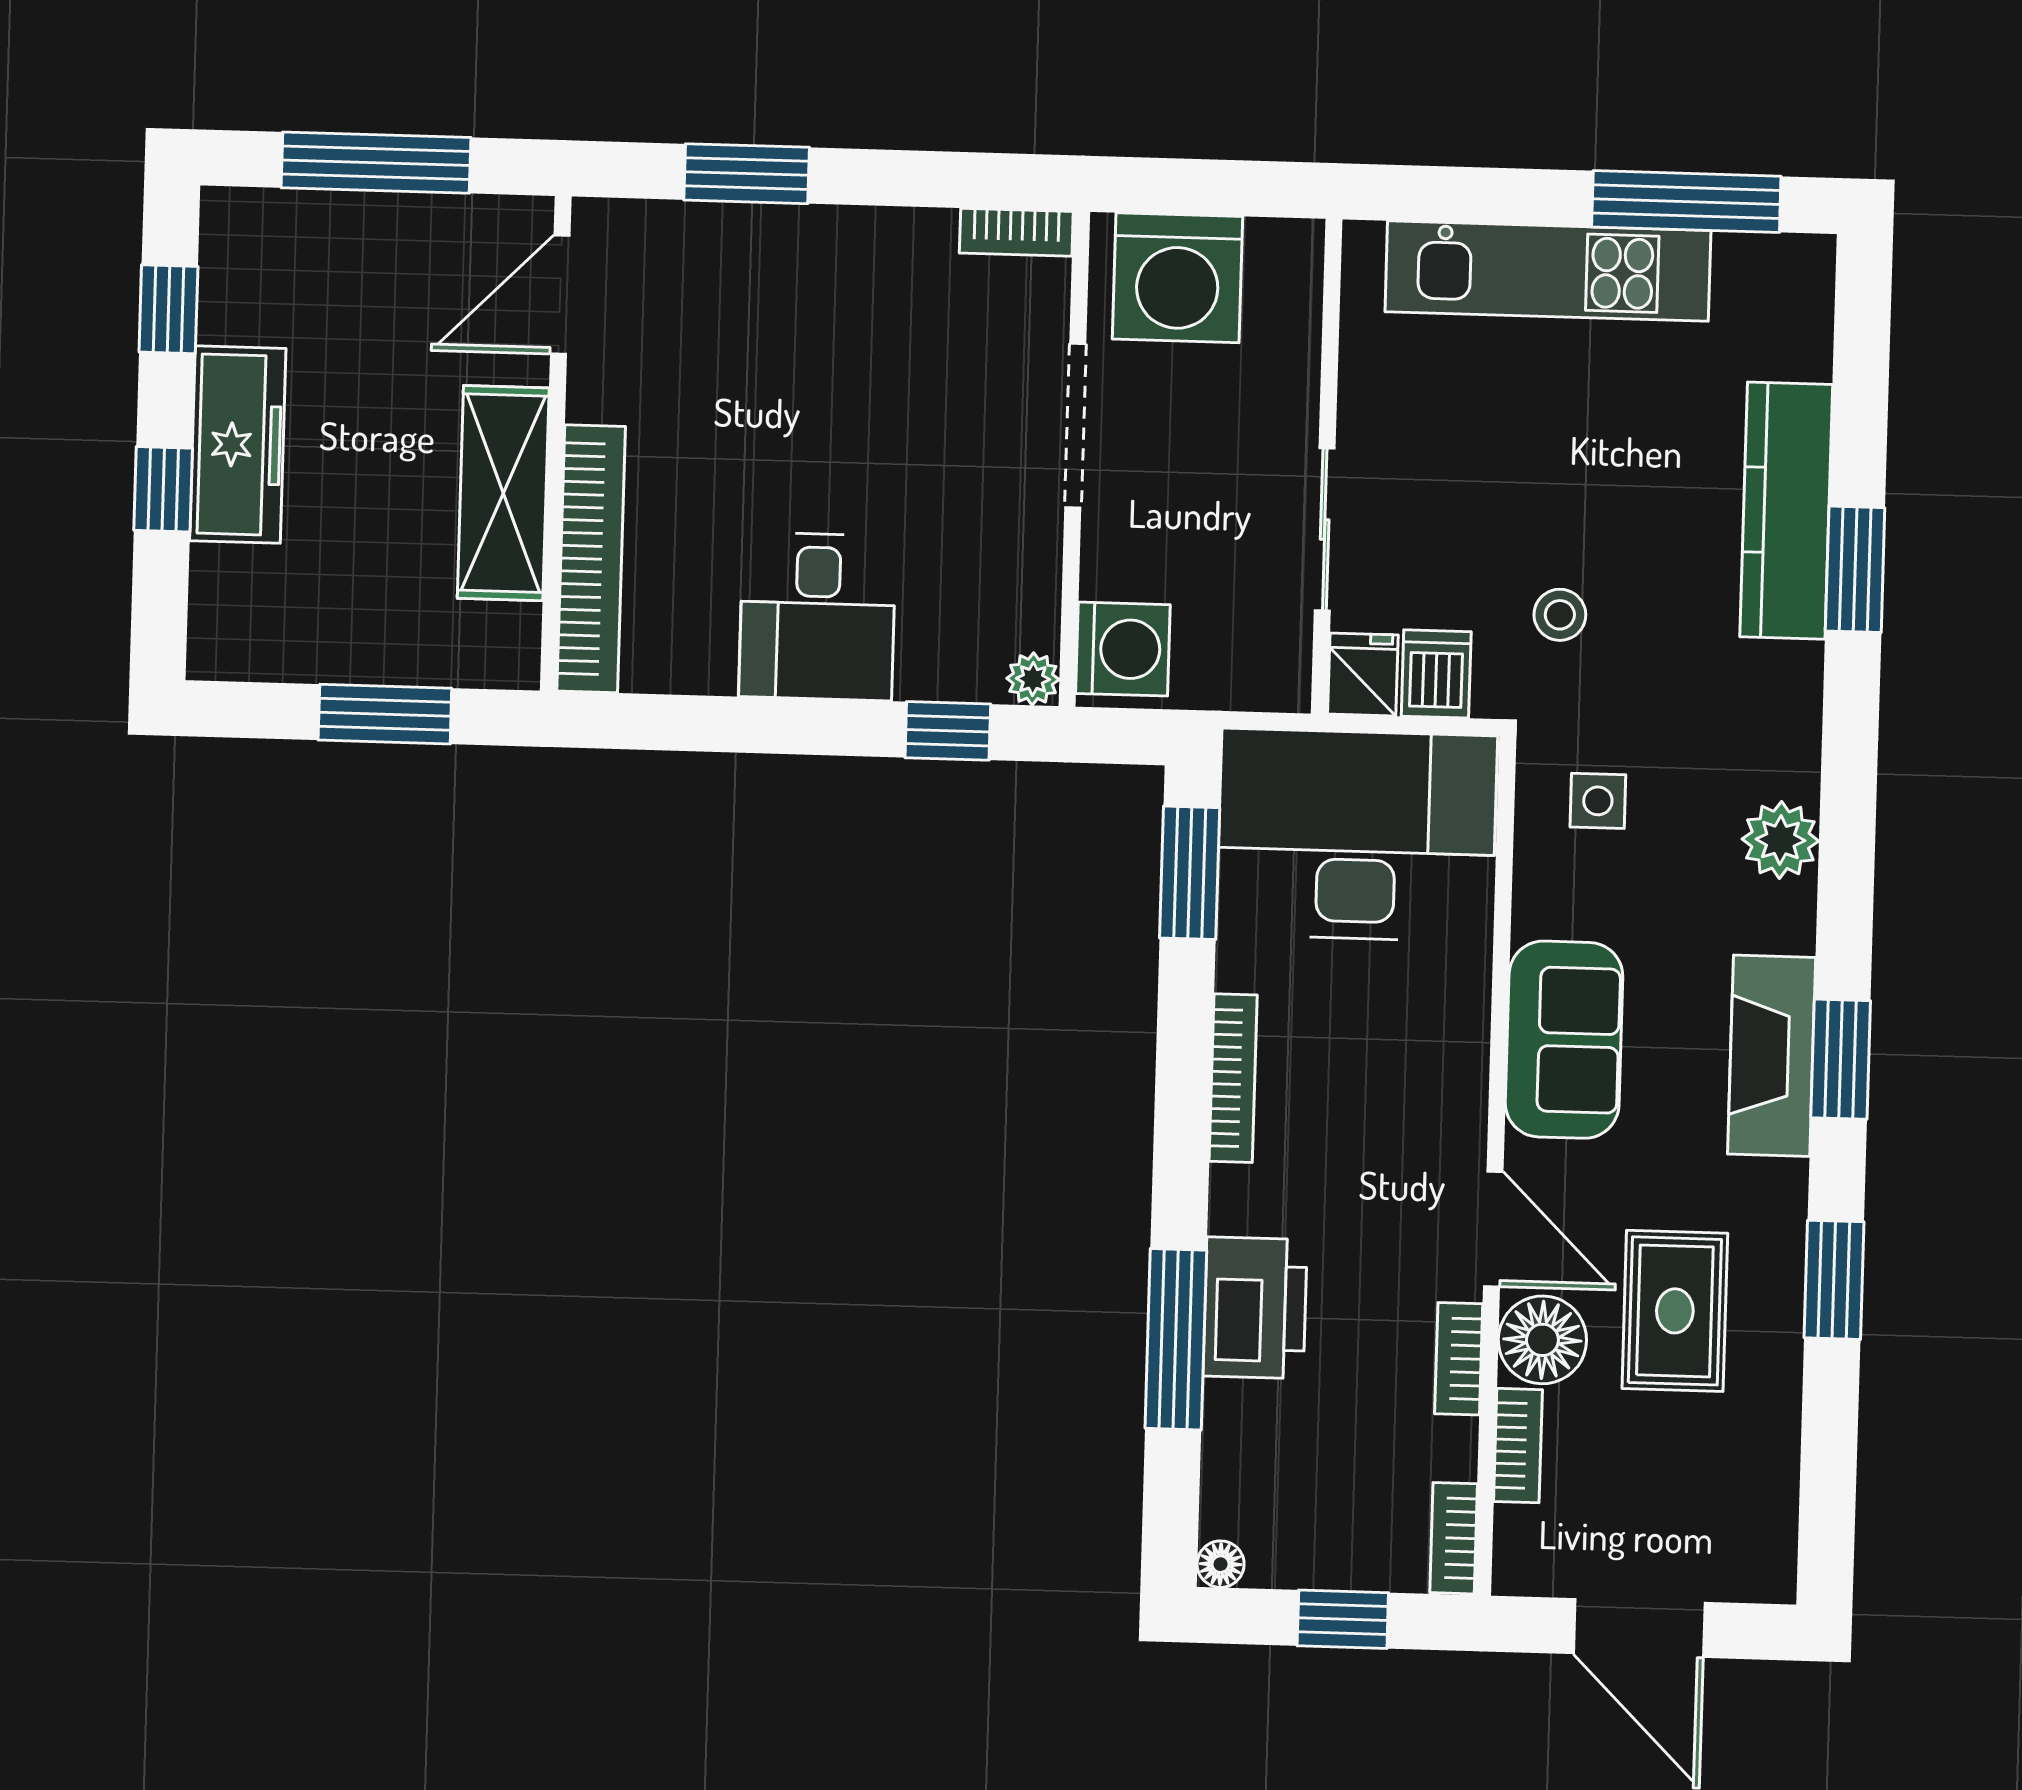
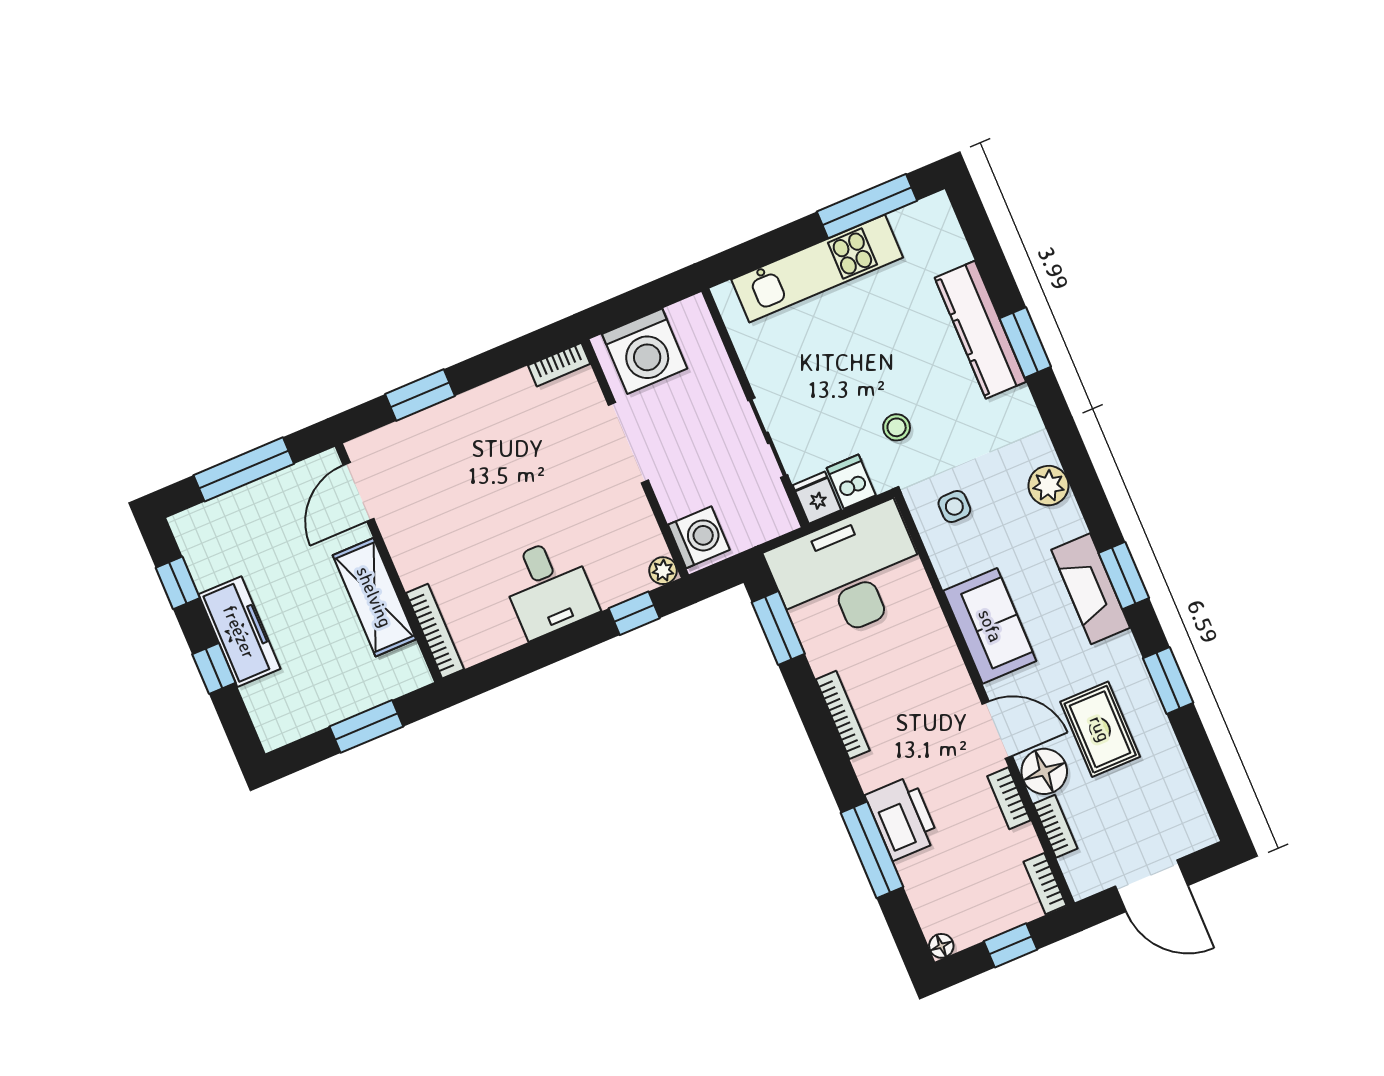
bookcase: (591, 559) -> (435, 631), width x0.68, depth x0.76

